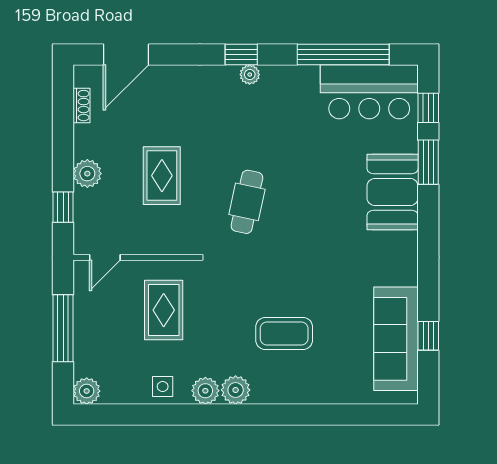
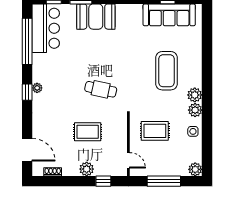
coffee table: (284, 334) -> (166, 71), width x1.36, depth x1.32

